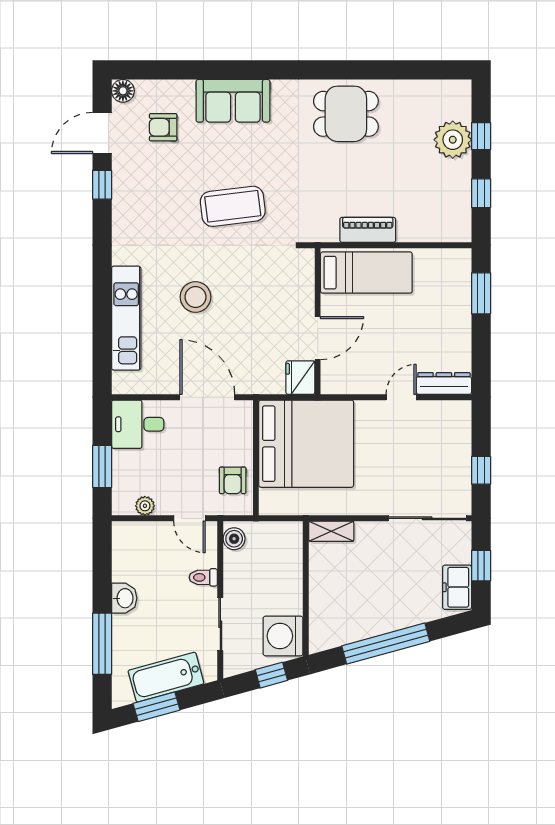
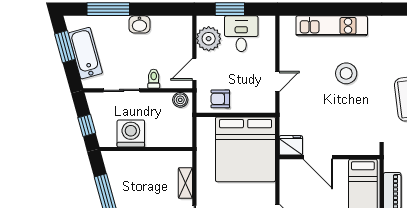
door: (207, 397) -> (277, 81), width x0.53
desk: (138, 424) -> (241, 34), moved
plant: (145, 506) -> (209, 39), width x1.88, depth x1.88
shelving: (331, 531) -> (185, 183), moved
washing machine: (283, 636) -> (131, 133), moved

